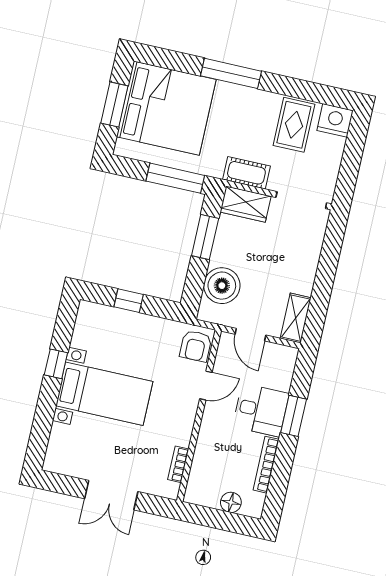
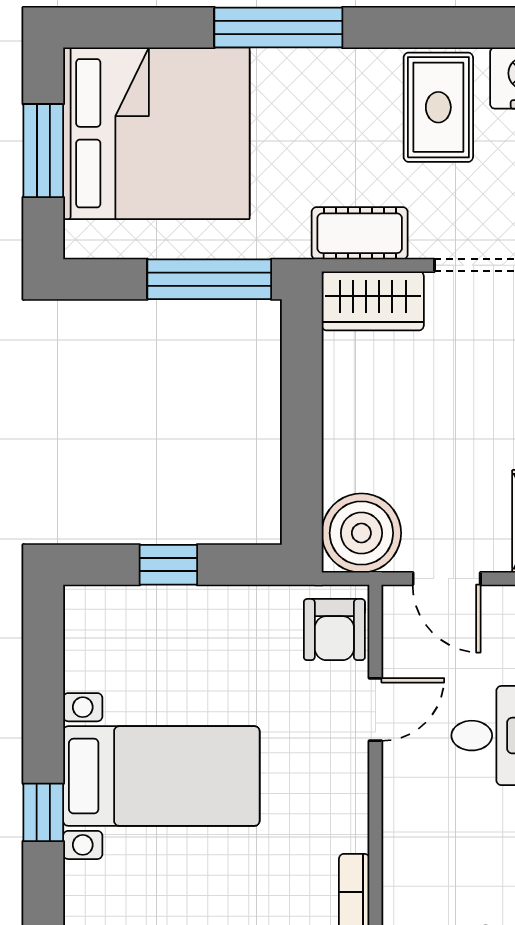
window: (205, 237) -> (302, 391), removed
boiler: (222, 286) -> (361, 533), moved
window: (56, 364) -> (43, 812), moved

